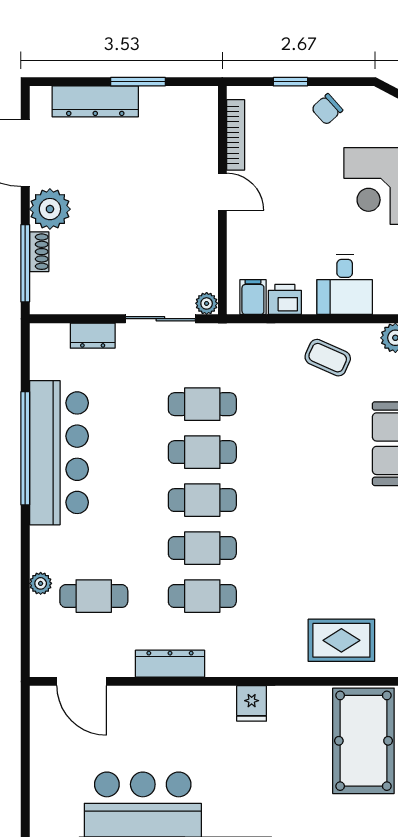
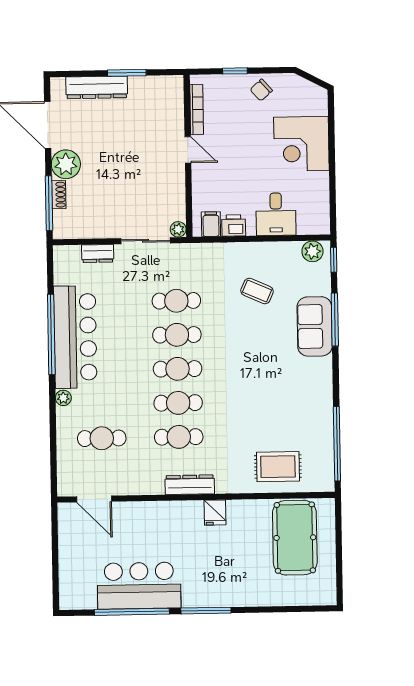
coffee table: (328, 358) -> (257, 291), moved
plant: (41, 583) -> (63, 398), moved
dresser: (170, 664) -> (190, 485), moved

